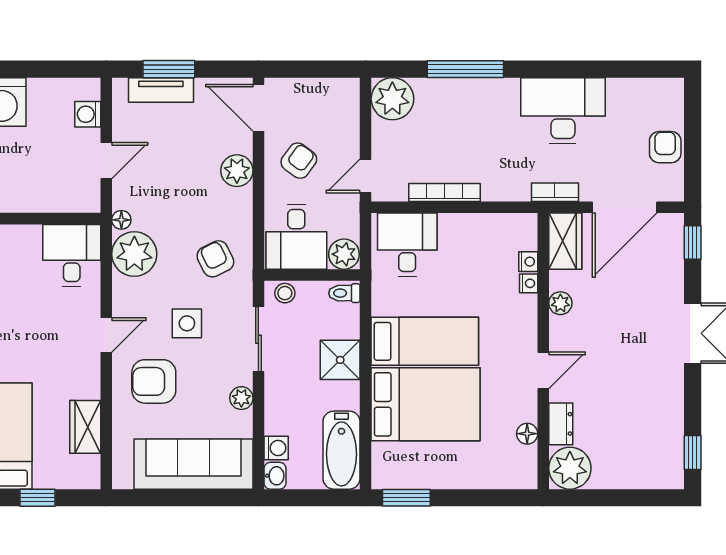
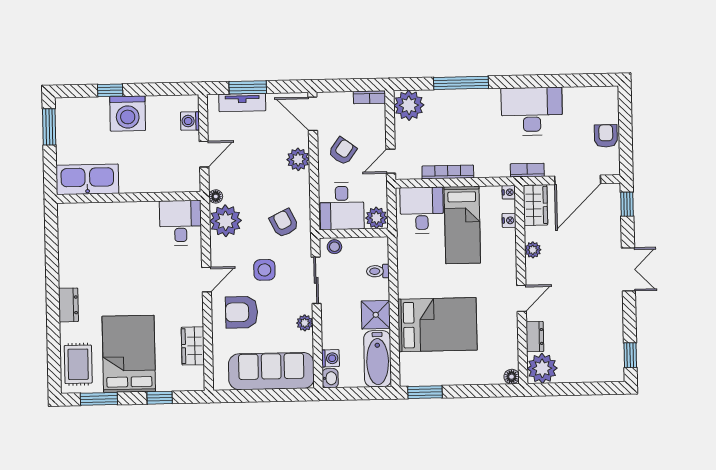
bookcase: (338, 87) -> (369, 97), added
nightstand: (529, 283) -> (509, 192), moved
toilet: (344, 293) -> (378, 271), moved
bed: (425, 341) -> (462, 225), moved, turned 90
shower: (340, 360) -> (376, 315), moved
floor lamp: (527, 434) -> (512, 377), moved

